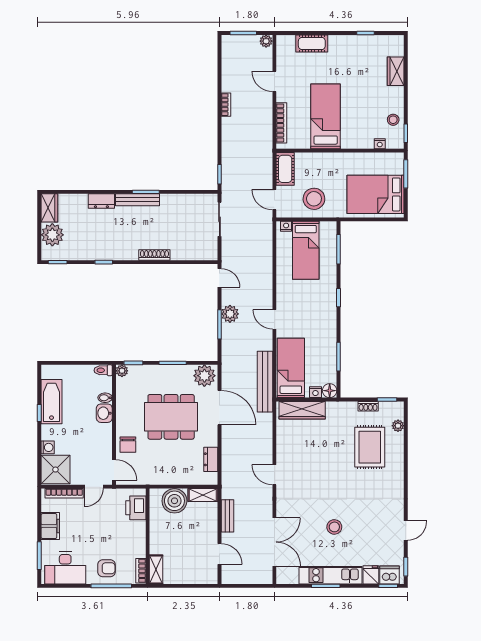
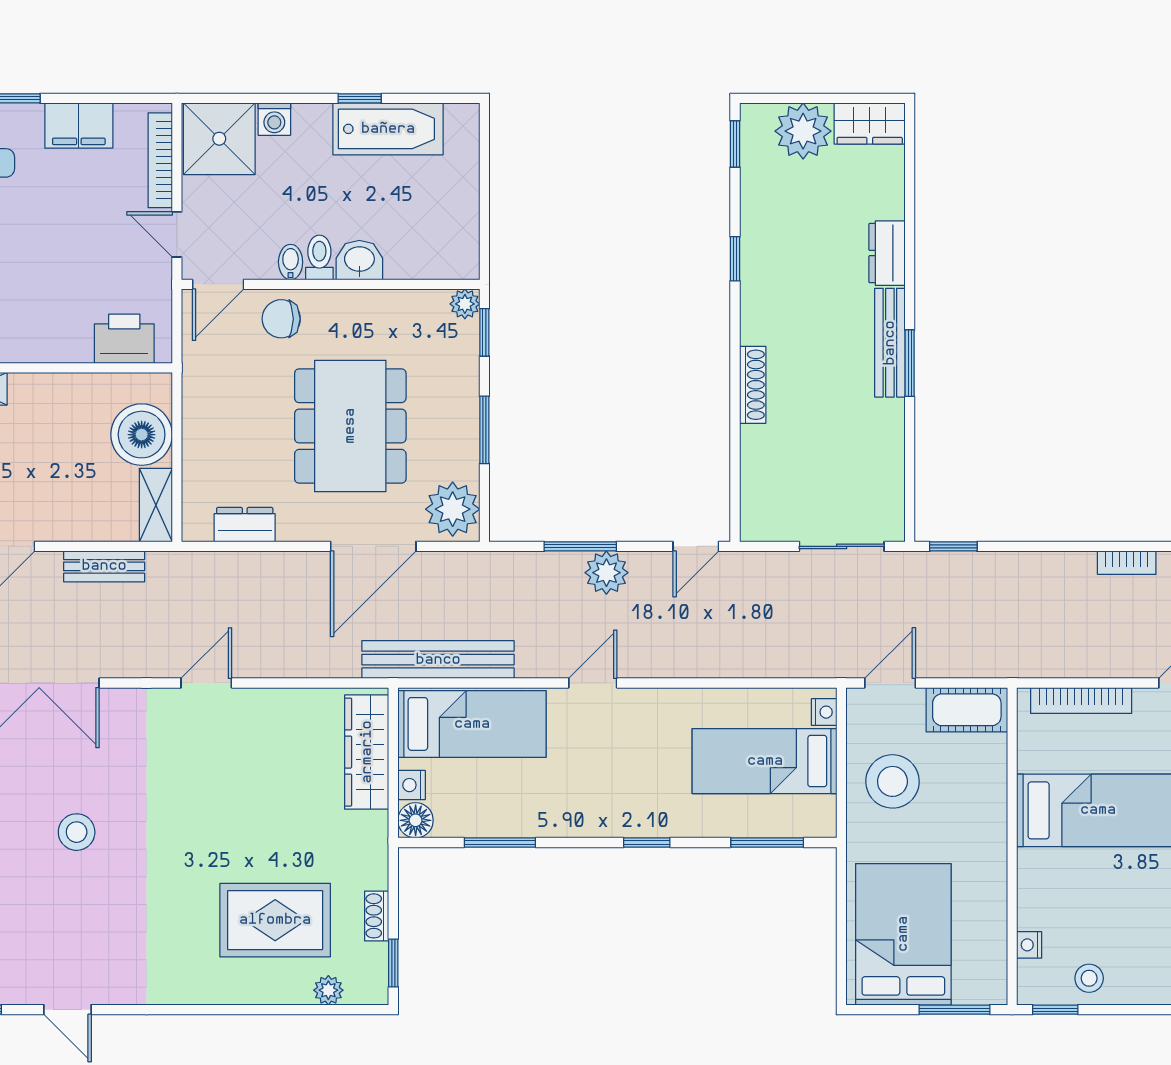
toilet: (103, 370) -> (319, 257), moved
bidet: (105, 398) -> (291, 262), moved

